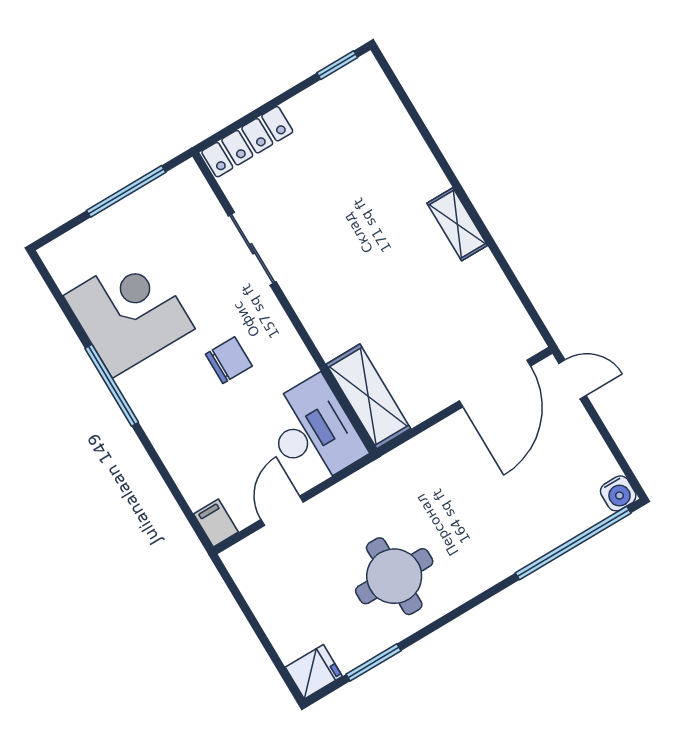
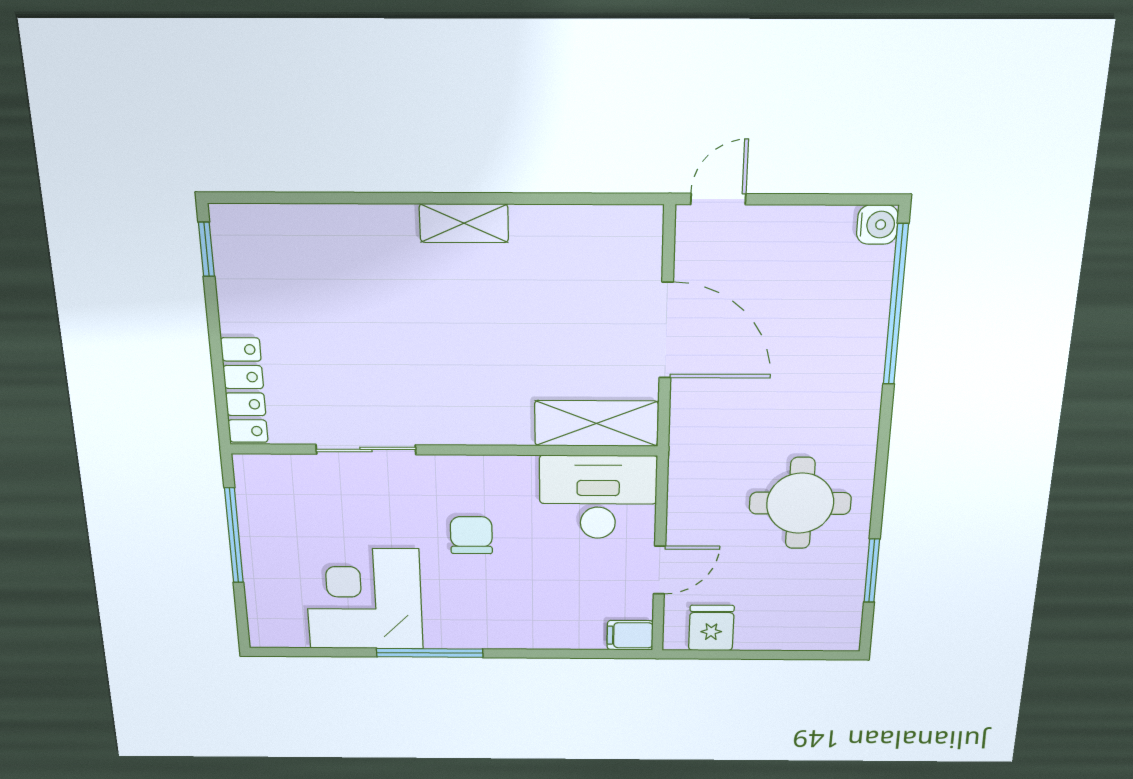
door: (495, 383) -> (666, 330), moved
door: (282, 511) -> (659, 570), swing flipped
fridge: (314, 672) -> (711, 628), moved

